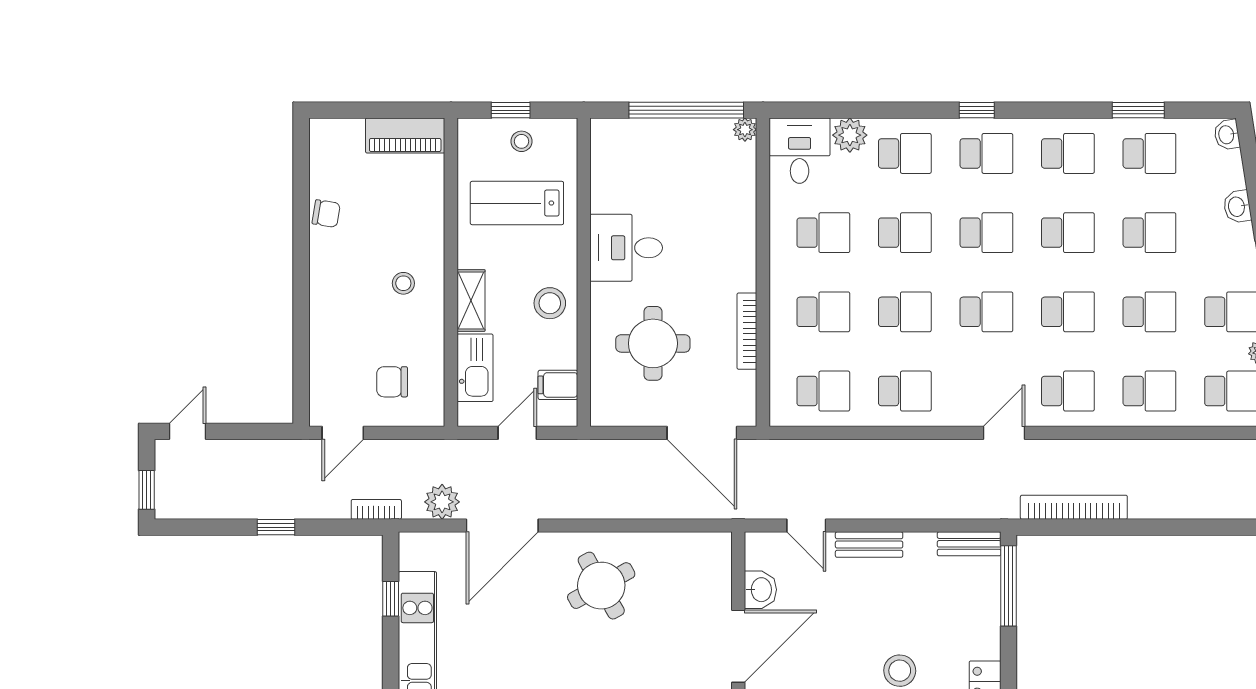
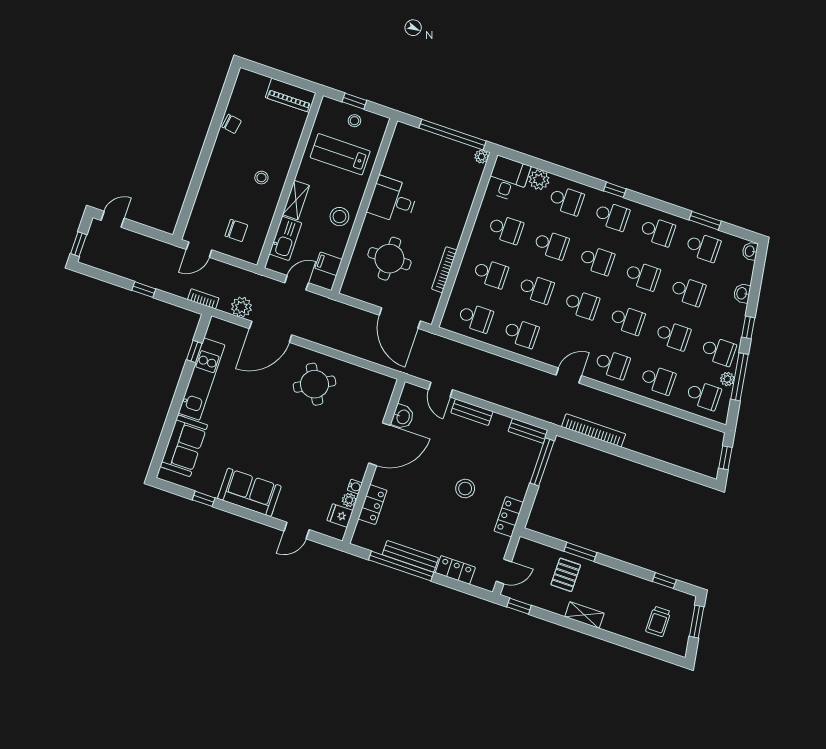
chair: (392, 382) -> (236, 230), turned 180

